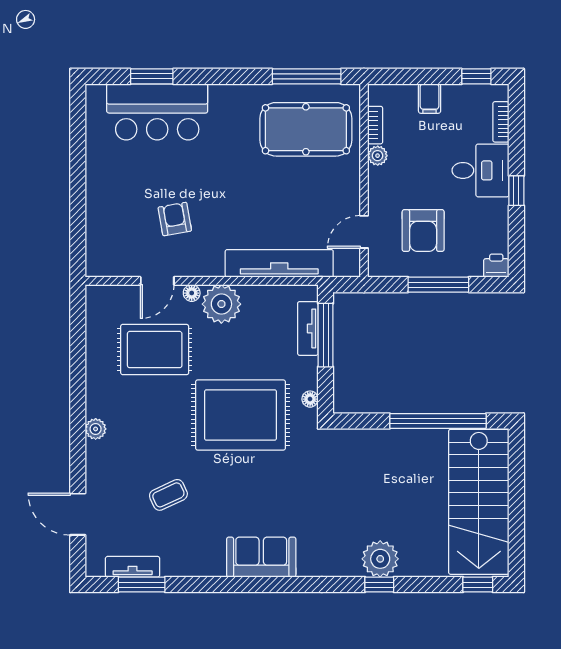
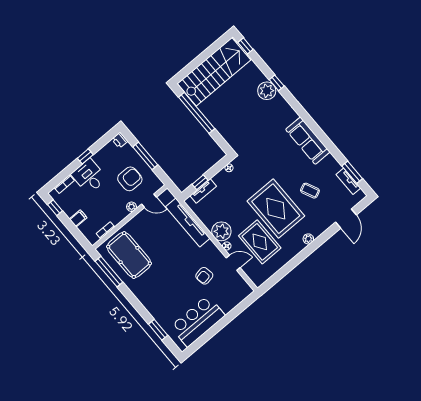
bar counter: (157, 112) -> (198, 321), moved, turned -90
plant: (378, 156) -> (131, 207), moved
window: (326, 335) -> (200, 182), width x0.46
rug: (241, 415) -> (276, 209), moved
sofa: (261, 557) -> (308, 141), width x1.36

